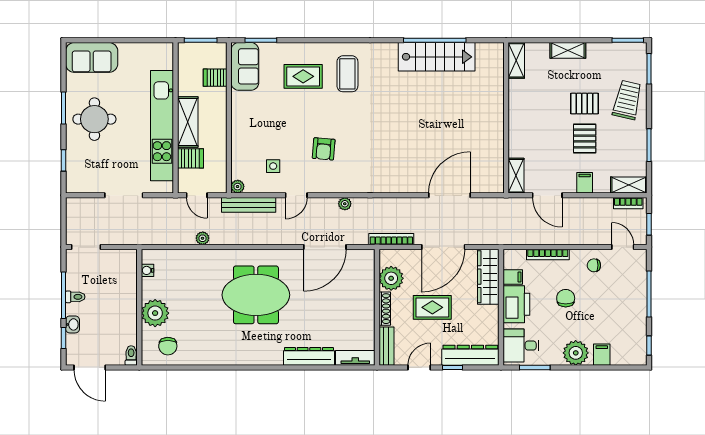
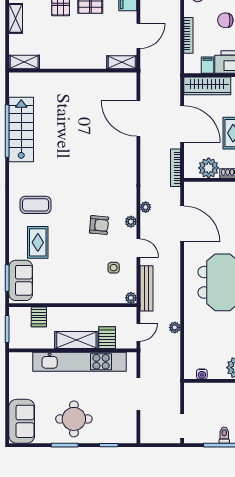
sofa: (245, 66) -> (21, 280), moved, turned 90
plant: (328, 186) -> (131, 222), added

